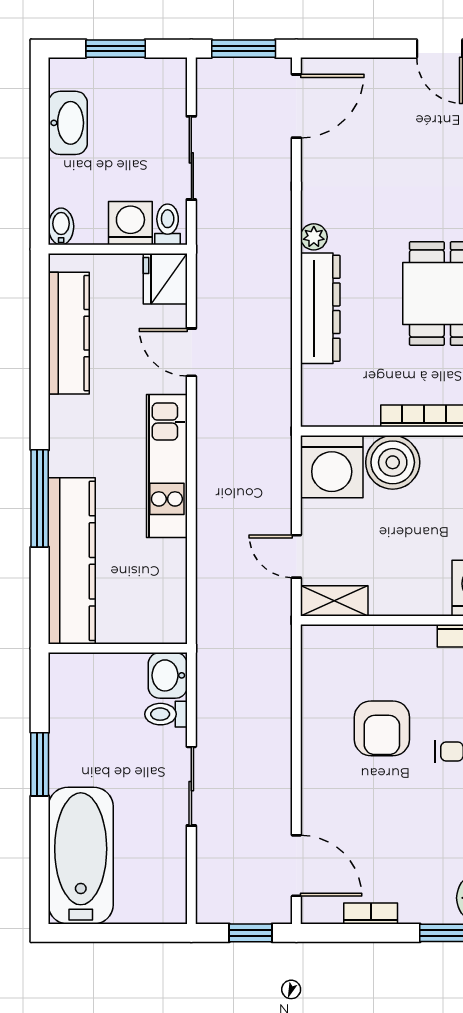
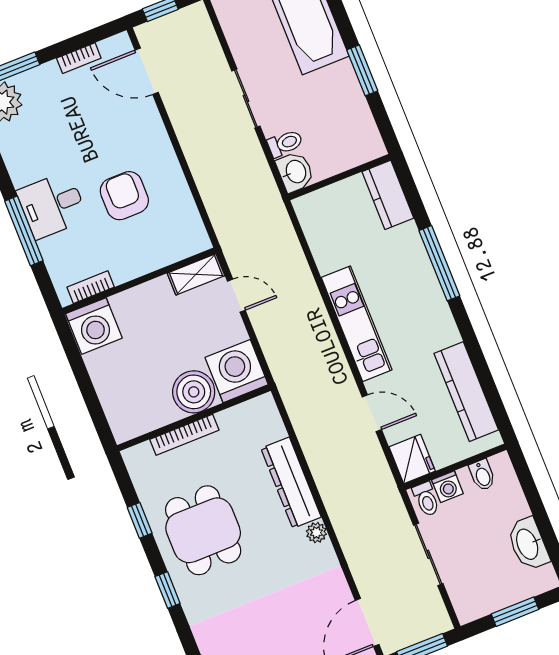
washing machine: (130, 223) -> (447, 487), width x0.73, depth x0.73
bidet: (61, 226) -> (482, 475), moved
kitchen counter: (72, 561) -> (388, 195), width x0.48, depth x0.86

